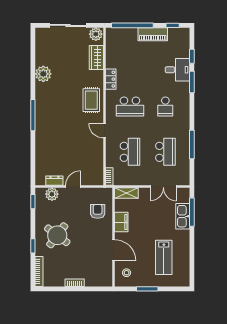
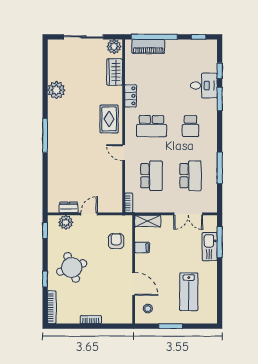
piano: (153, 34) -> (148, 47), moved
filing cabinet: (121, 222) -> (142, 247), width x0.50
round table: (57, 235) -> (72, 267), turned 33

